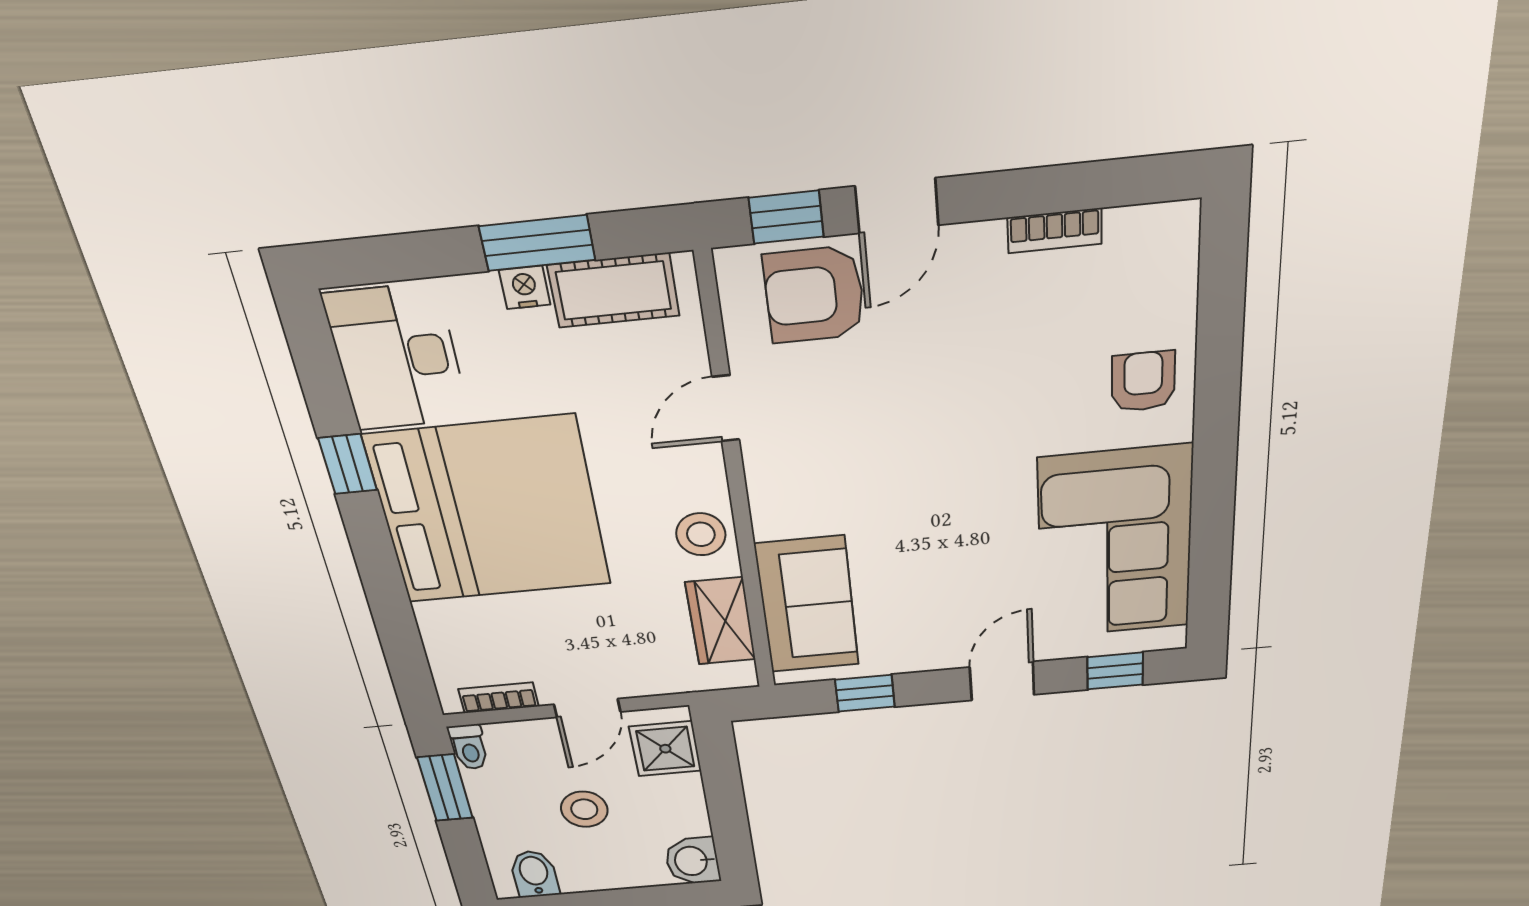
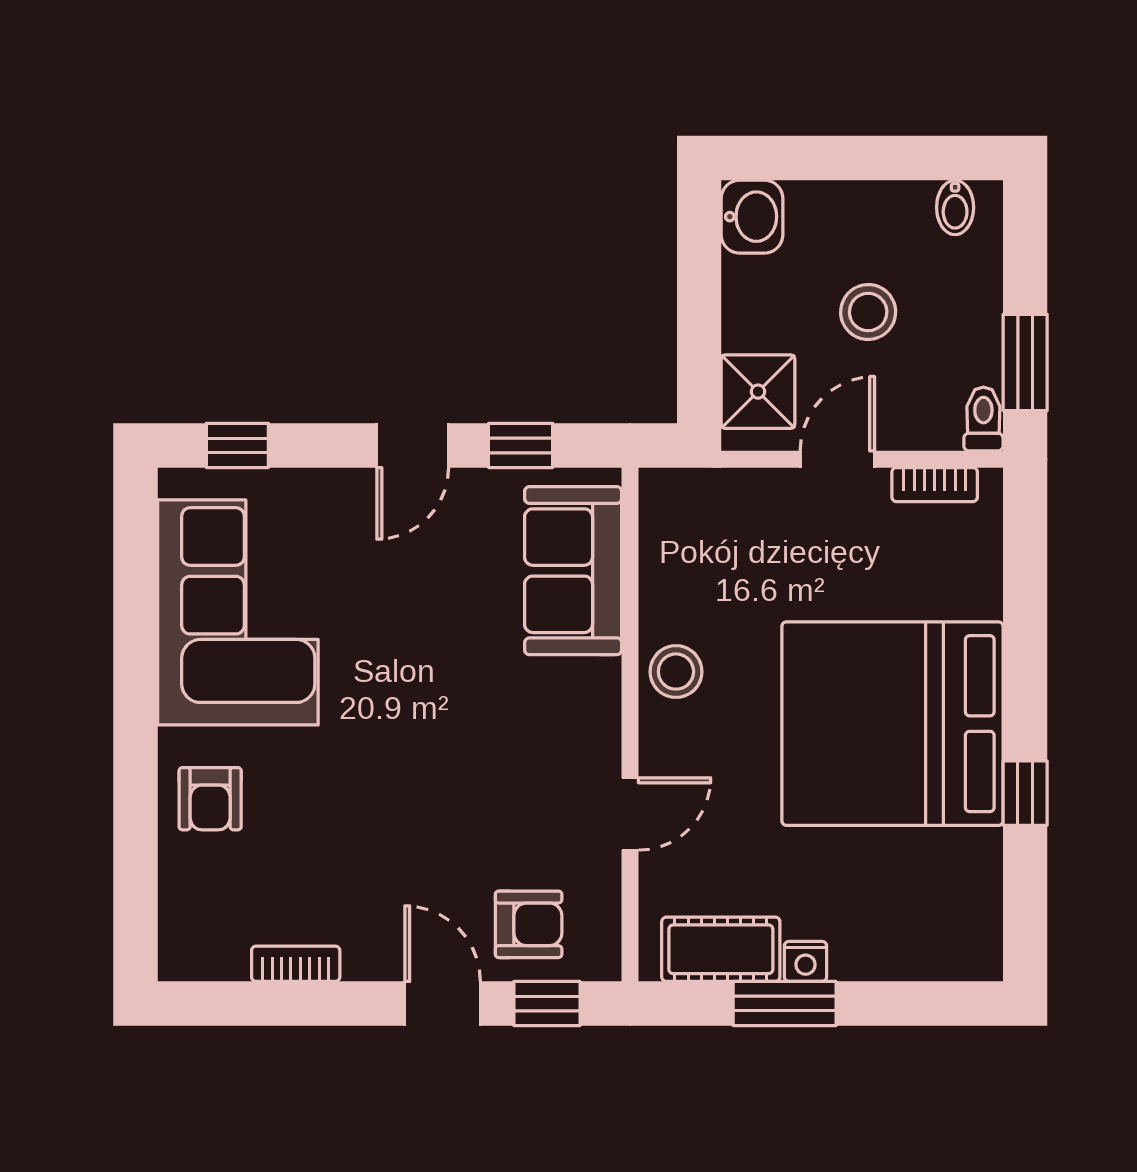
door: (897, 206) -> (443, 1004), hinge flipped
armchair: (814, 295) -> (529, 924), width x0.72, depth x0.72
desk: (397, 358) -> (945, 903), removed
wardrobe: (721, 621) -> (670, 560), removed
door: (1002, 681) -> (413, 445), moved
bidet: (534, 874) -> (955, 207), width x0.72, depth x0.74

